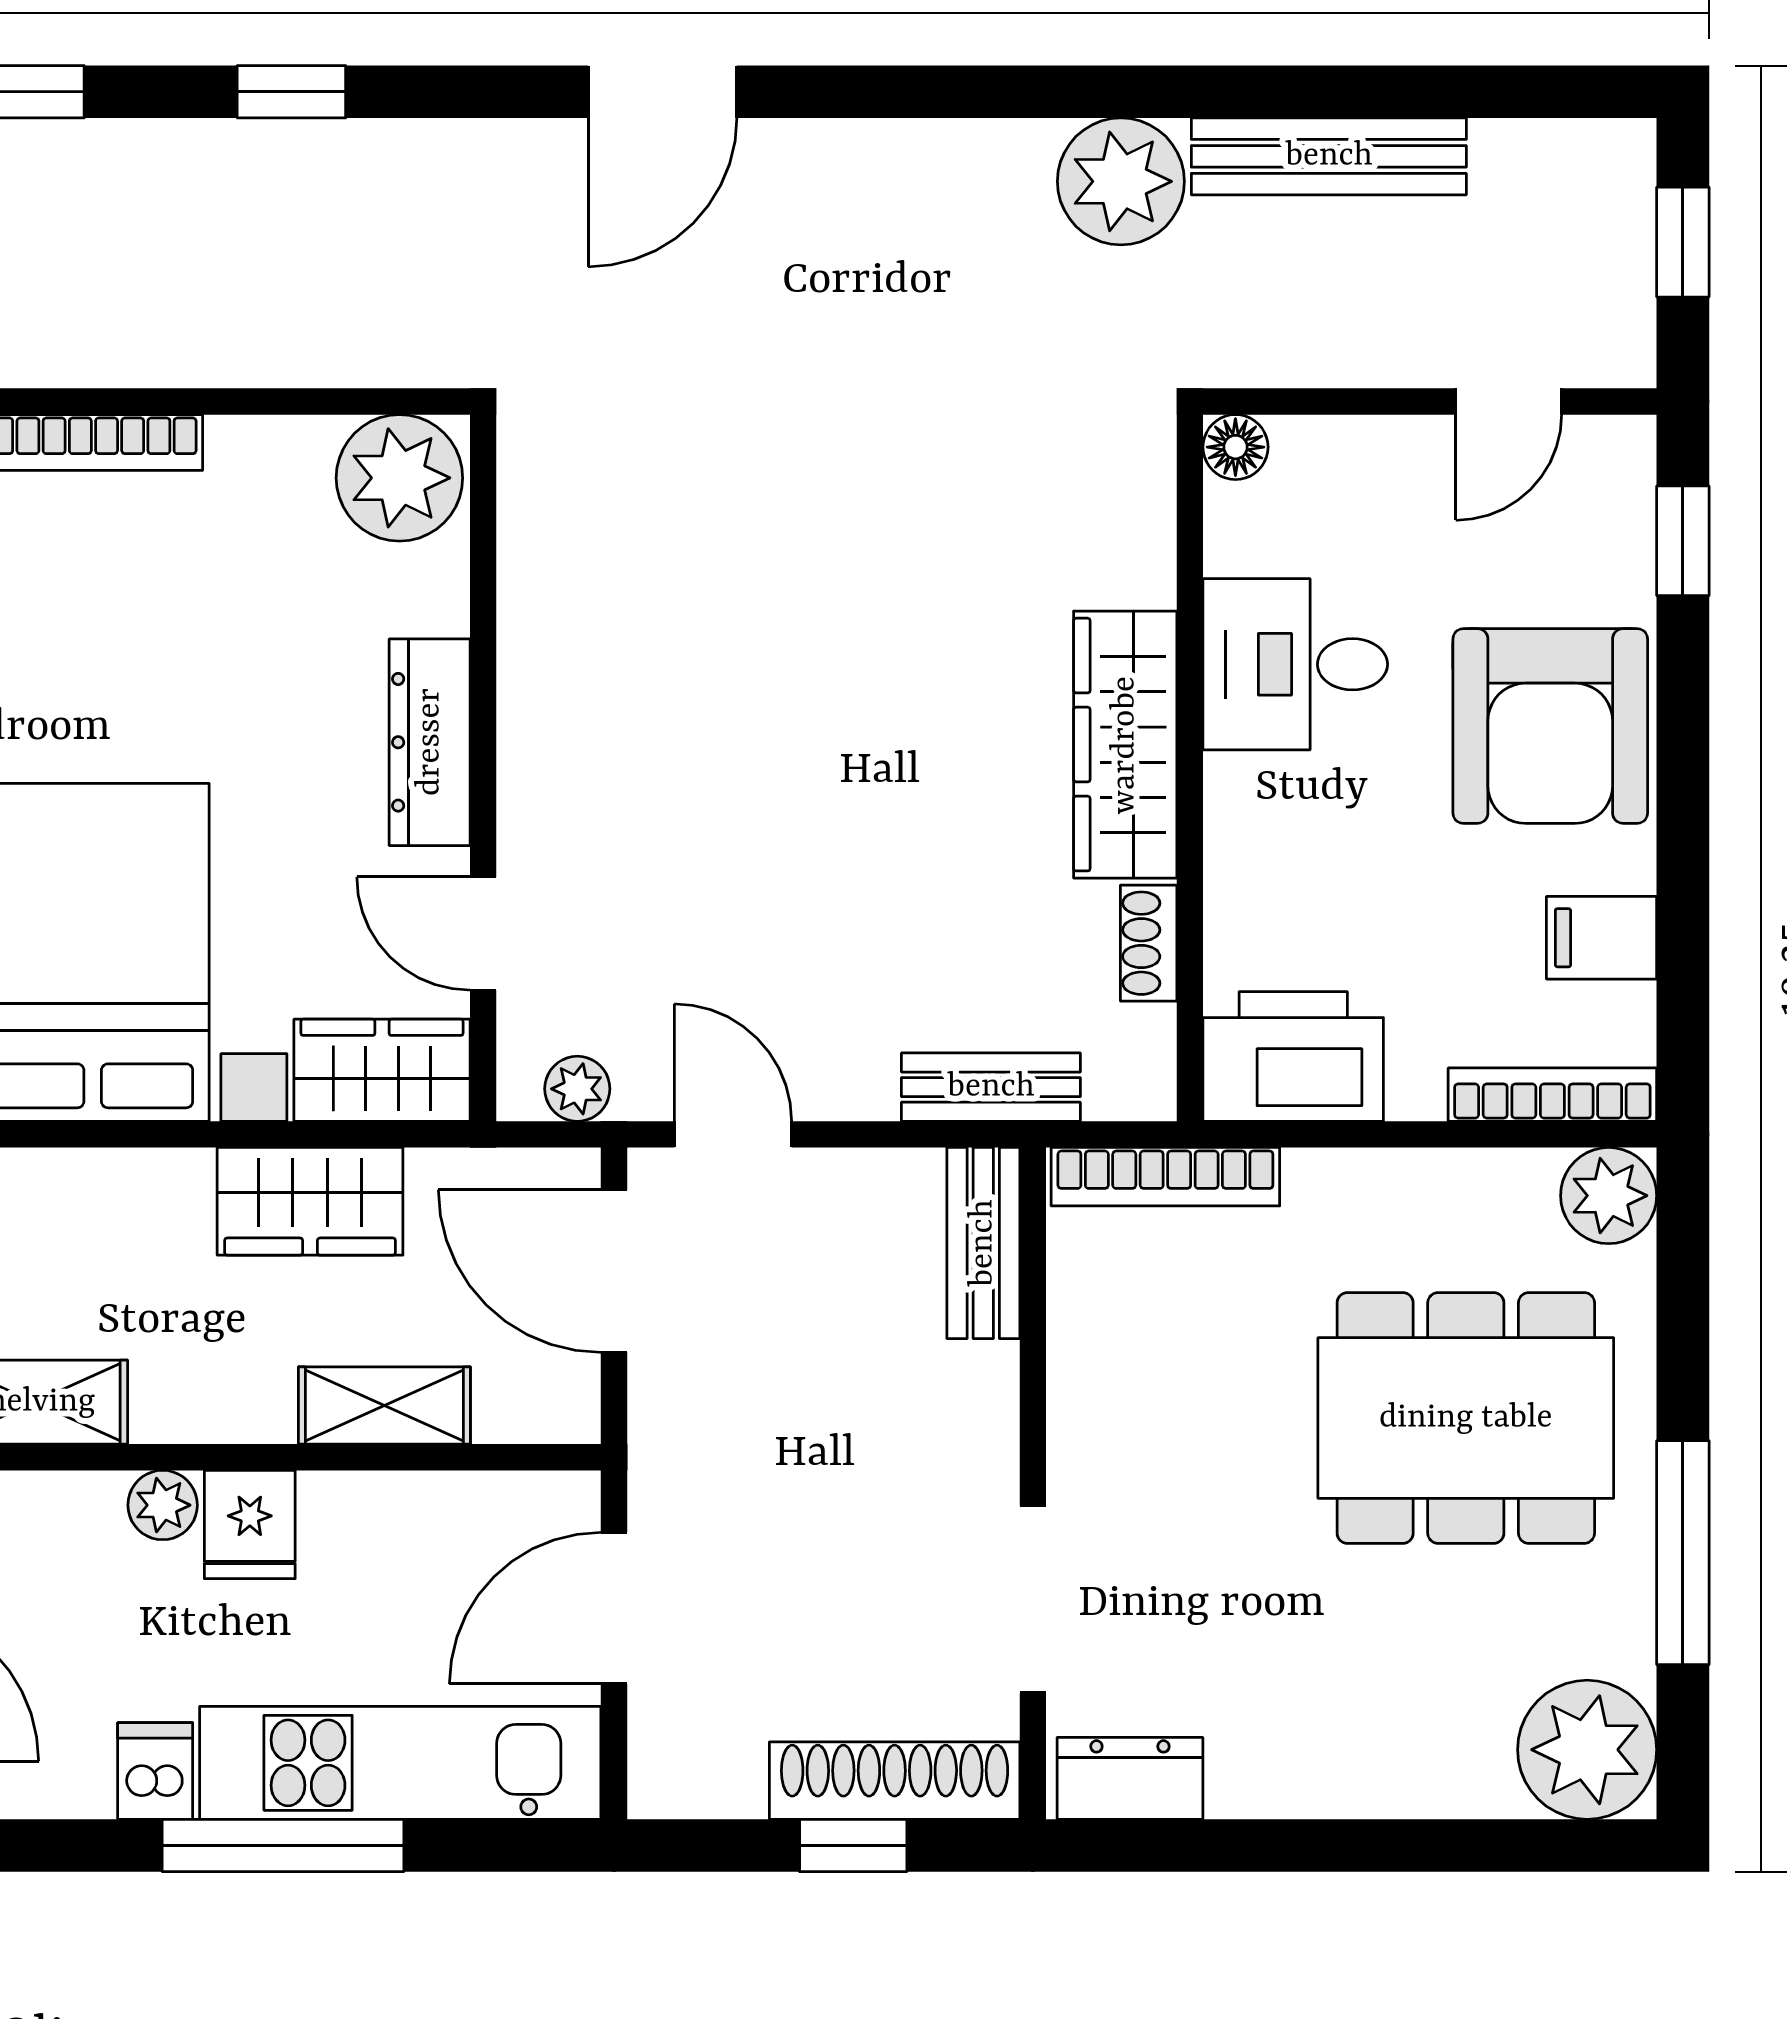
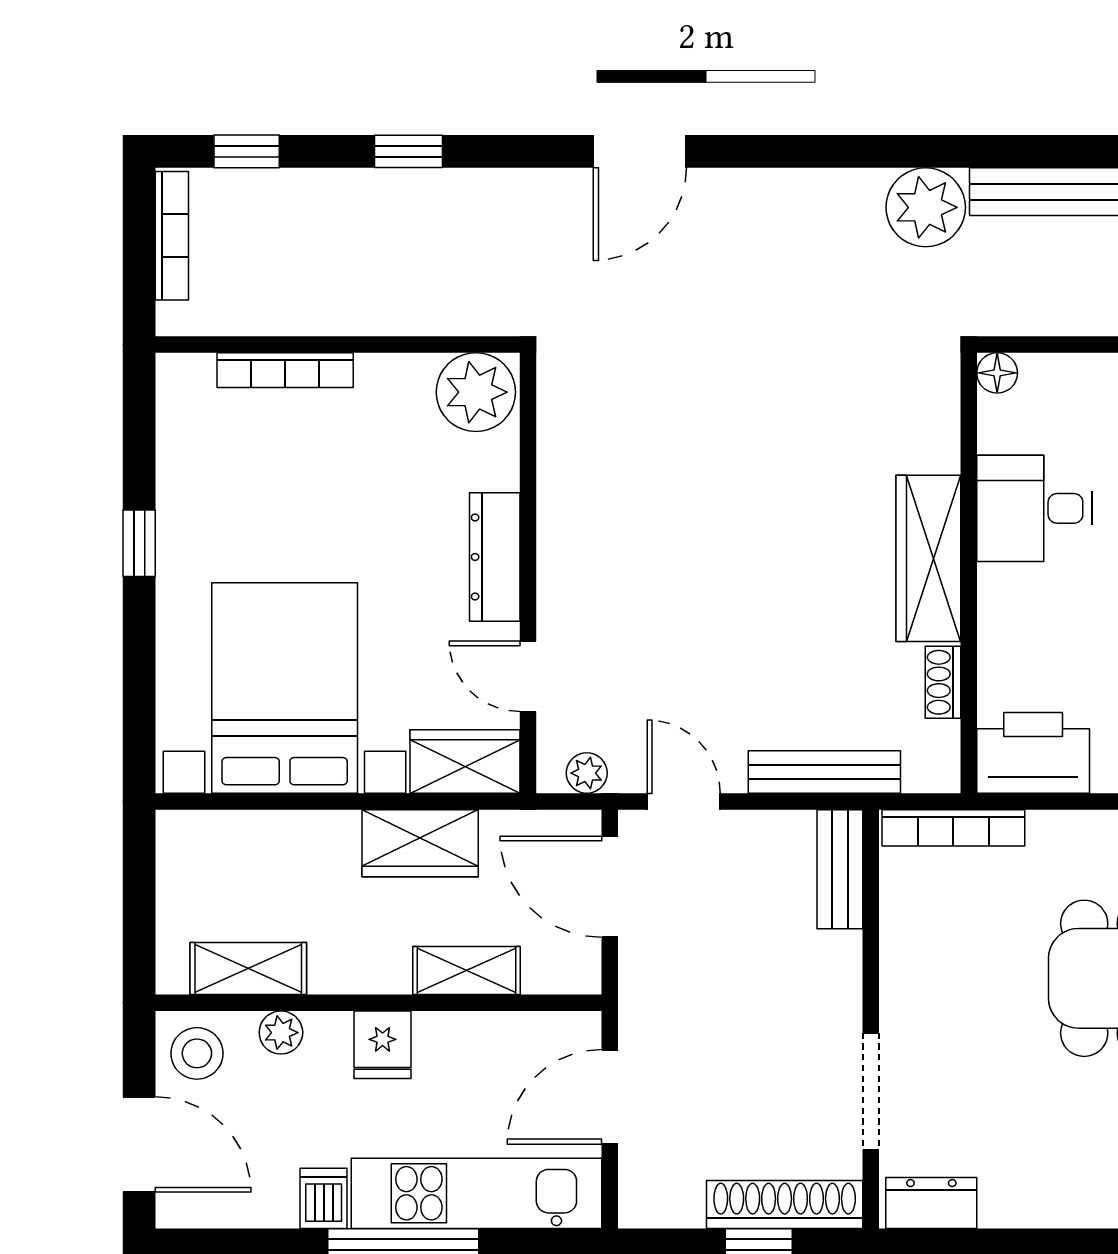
bench: (991, 1087) -> (824, 772), width x1.36
plant: (163, 1505) -> (281, 1033), moved

